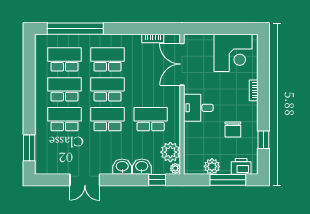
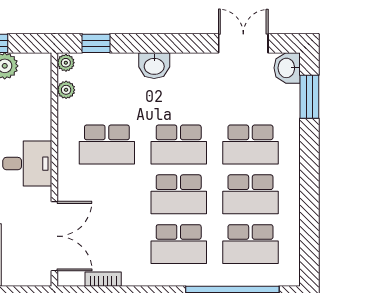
plant: (170, 152) -> (66, 90), width x0.53, depth x0.53
washbasin: (142, 167) -> (287, 68), moved, turned 90
double door: (85, 180) -> (243, 43), moved

